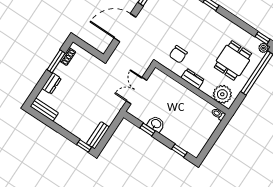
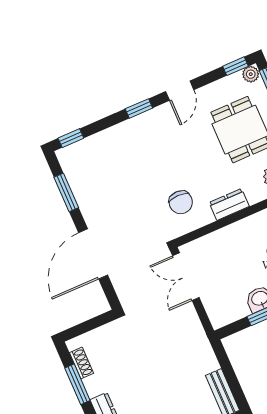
door: (233, 18) -> (180, 91), added
double door: (136, 91) -> (186, 277), moved

